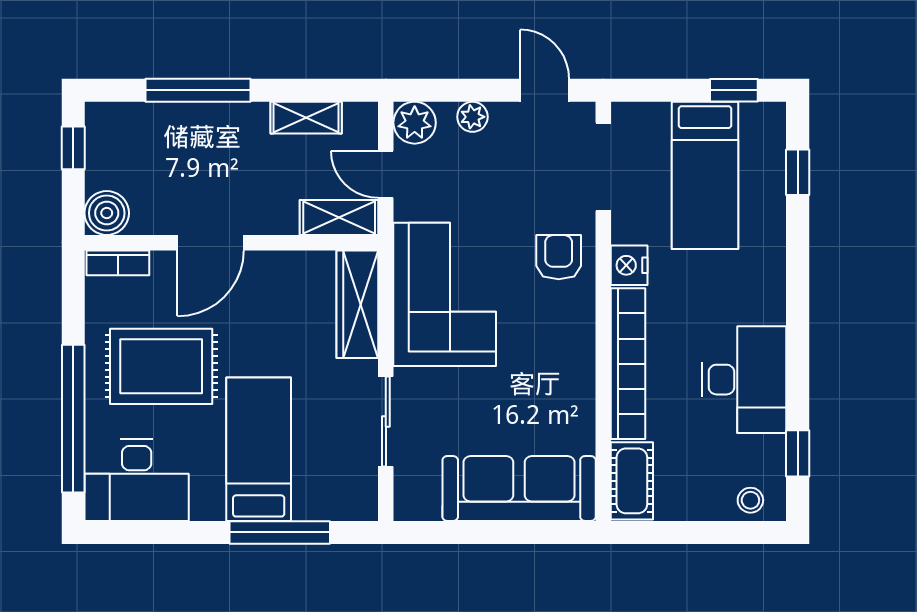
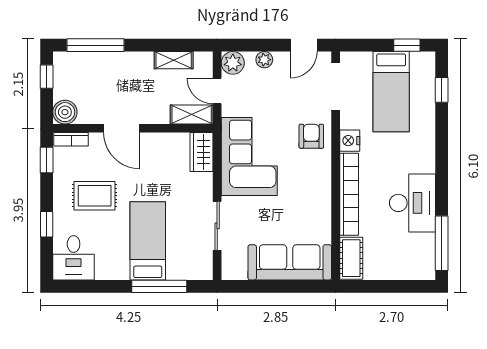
window: (198, 90) -> (95, 45), moved
door: (545, 90) -> (304, 45), swing flipped
door: (211, 243) -> (122, 128), hinge flipped
window: (73, 301) -> (47, 160), added
wardrobe: (357, 304) -> (202, 152), width x0.67
rug: (161, 366) -> (95, 196), width x0.73, depth x0.70
window: (73, 419) -> (47, 224), width x0.32
window: (798, 453) -> (442, 243), width x2.17
desk: (137, 480) -> (74, 258), width x0.73
stool: (750, 500) -> (416, 269), removed

